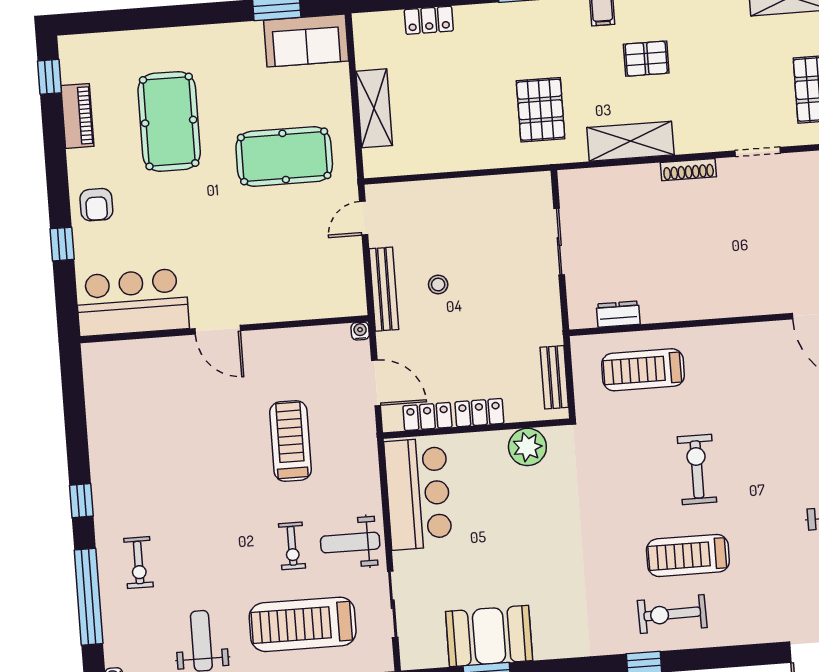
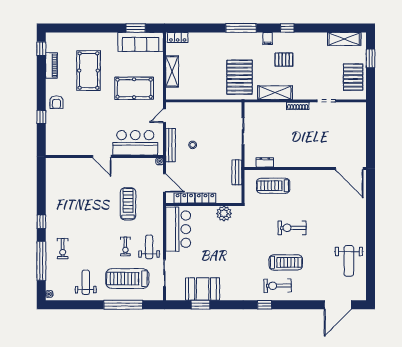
locker: (429, 20) -> (178, 37), moved
sofa: (306, 41) -> (141, 42), width x1.36
pallet: (541, 110) -> (240, 77), width x1.37, depth x1.41
bar counter: (132, 302) -> (135, 143), moved
bench: (554, 377) -> (237, 172), moved
exercise bike: (697, 469) -> (292, 228), turned -90
weight bench: (350, 543) -> (149, 247), turned 90
treadmill: (688, 555) -> (286, 262), turned 180

